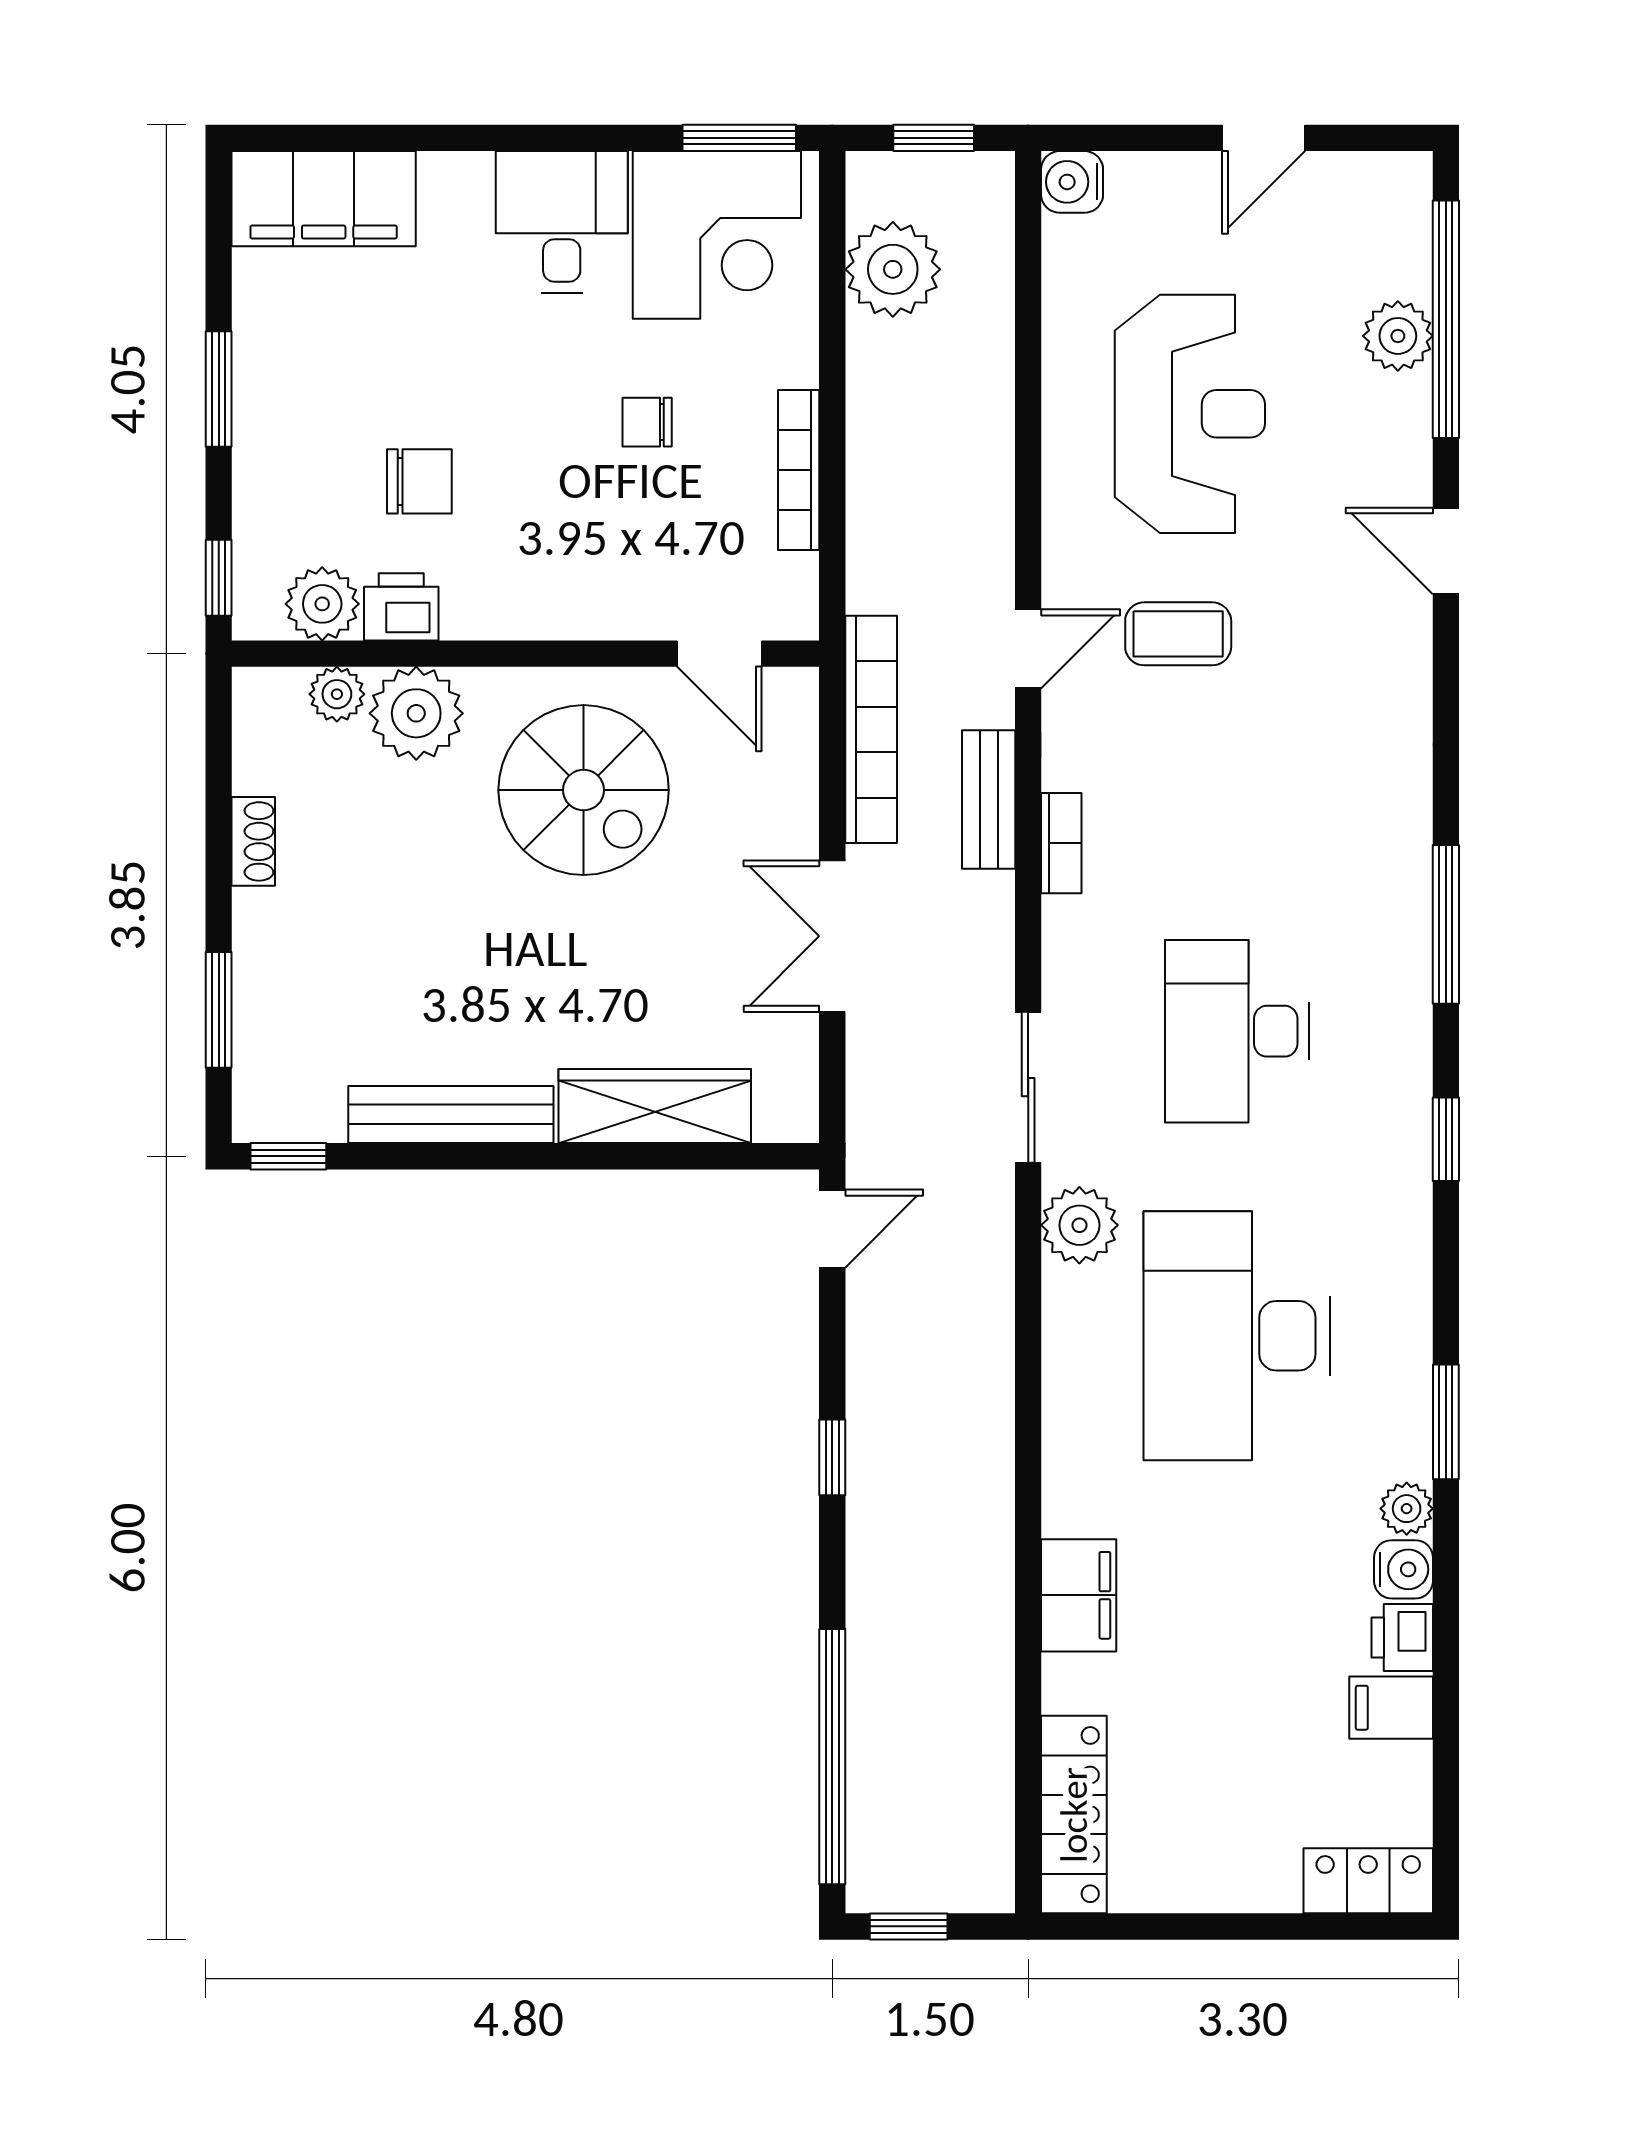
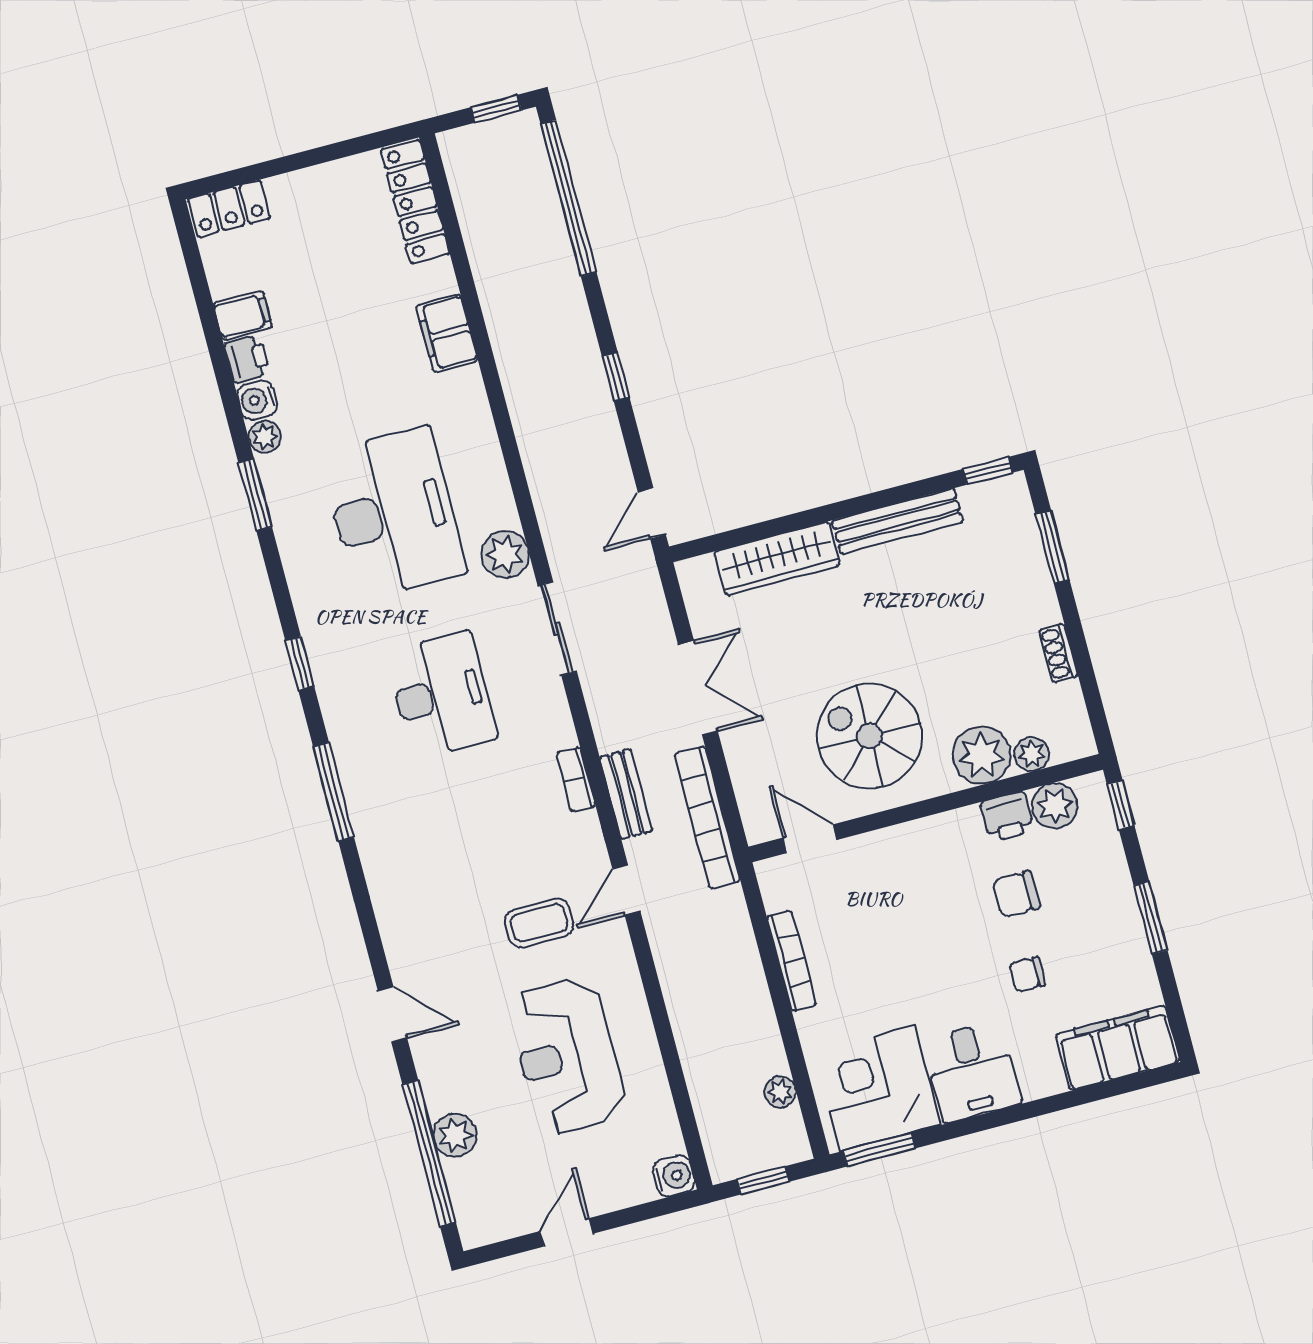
plant: (893, 269) -> (780, 1092), width x0.53, depth x0.53
chair: (647, 422) -> (1027, 974), moved, turned 180

